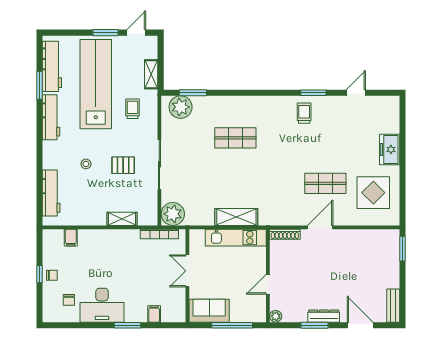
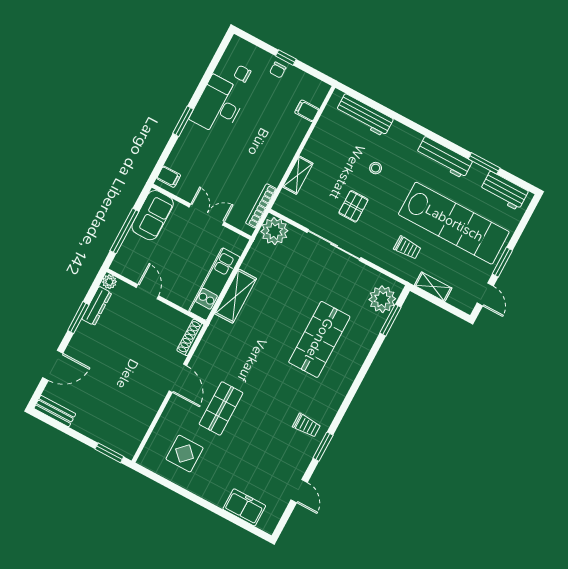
workbench: (52, 66) -> (504, 191), width x0.73
shop shelf: (235, 138) -> (319, 339), width x1.43, depth x1.36
freezer: (390, 149) -> (244, 507), moved
display table: (373, 193) -> (185, 454), width x0.73, depth x0.73
filing cabinet: (154, 314) -> (169, 177), moved
dresser: (324, 316) -> (97, 306), moved

